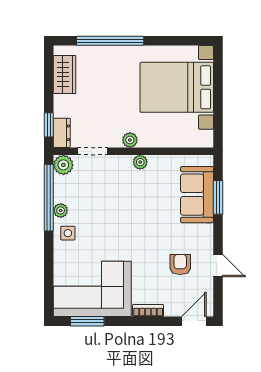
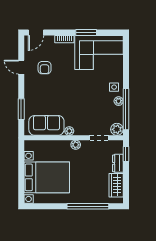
dresser: (62, 133) -> (118, 163), moved
sofa: (197, 195) -> (46, 125), moved, turned -90
window: (87, 321) -> (86, 32), moved

